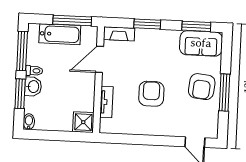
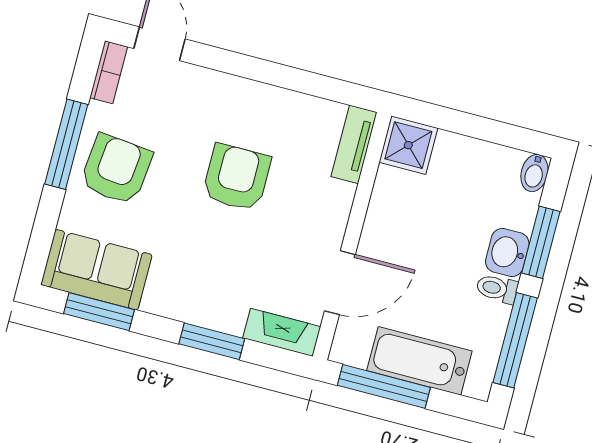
armchair: (151, 94) -> (237, 177), turned 180
tv unit: (107, 102) -> (354, 144), moved
bookcase: (213, 126) -> (109, 72), added

